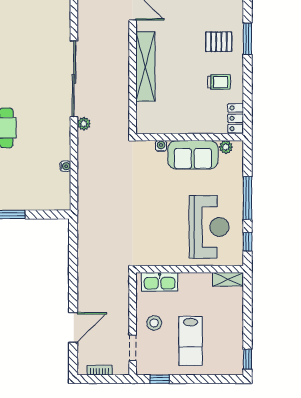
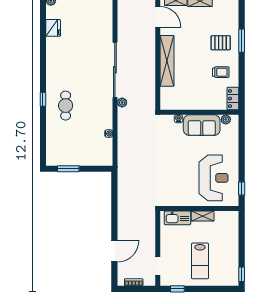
window: (248, 198) -> (242, 157), removed
shelving: (228, 279) -> (203, 216), moved
stool: (154, 323) -> (173, 248), removed

